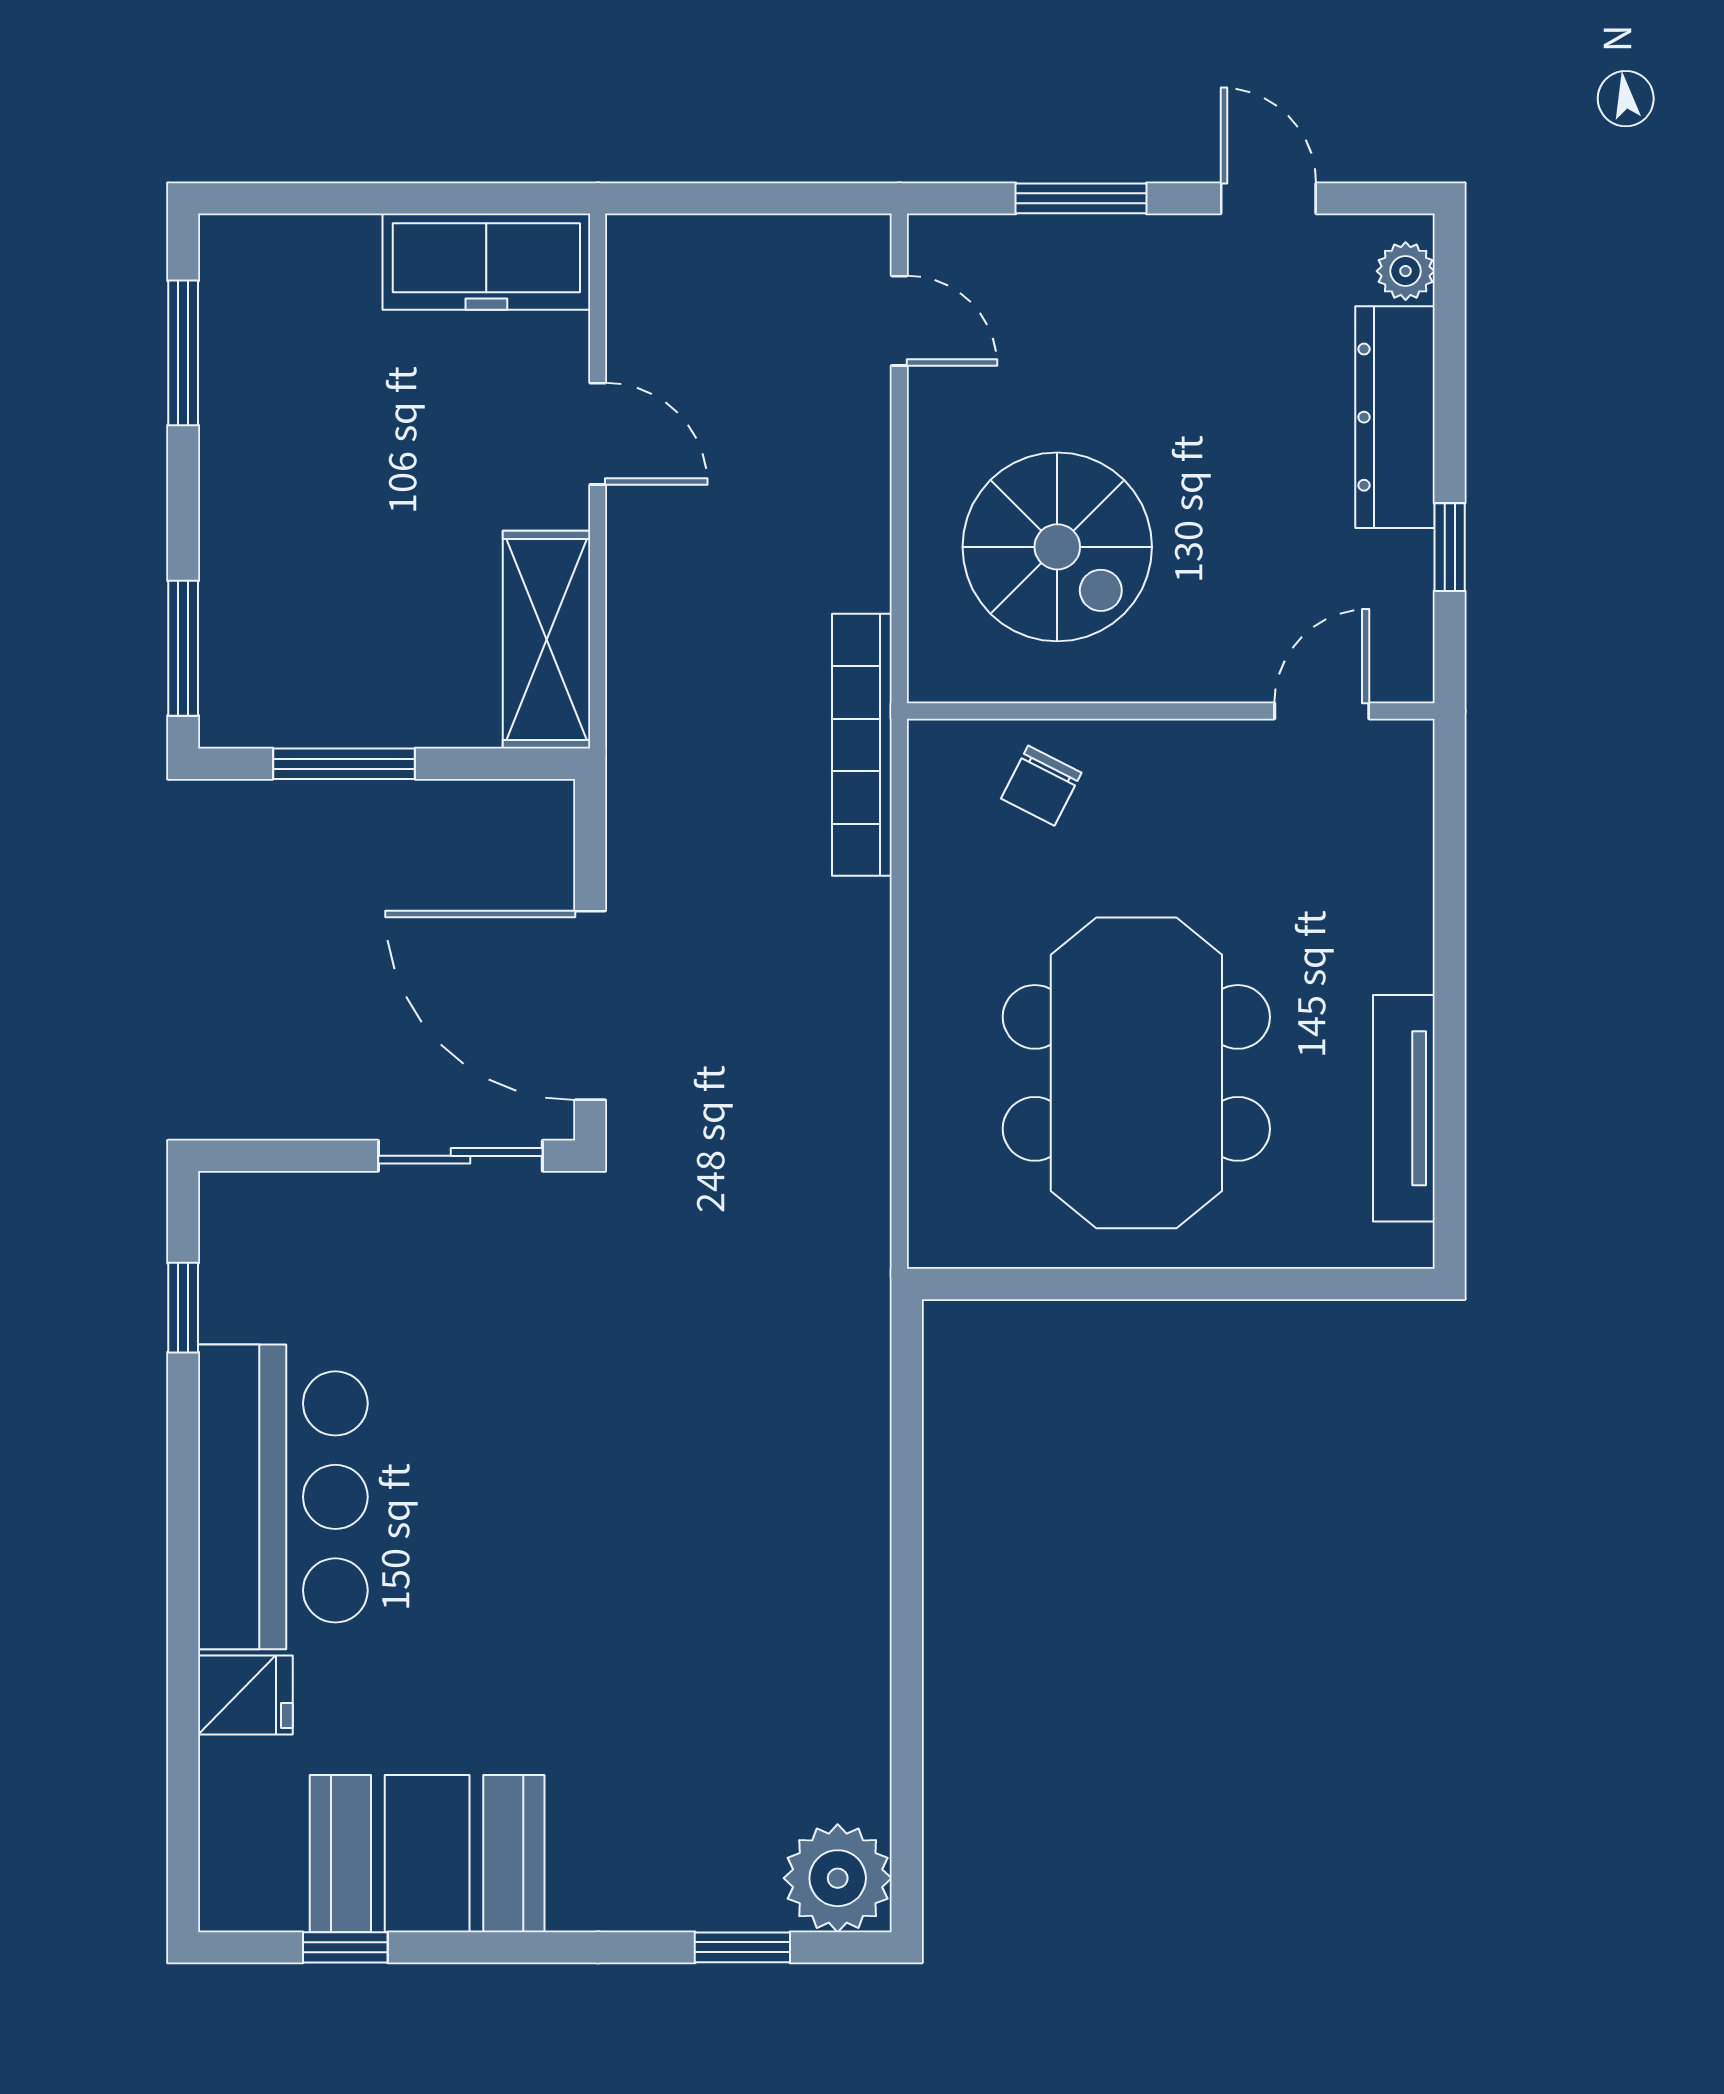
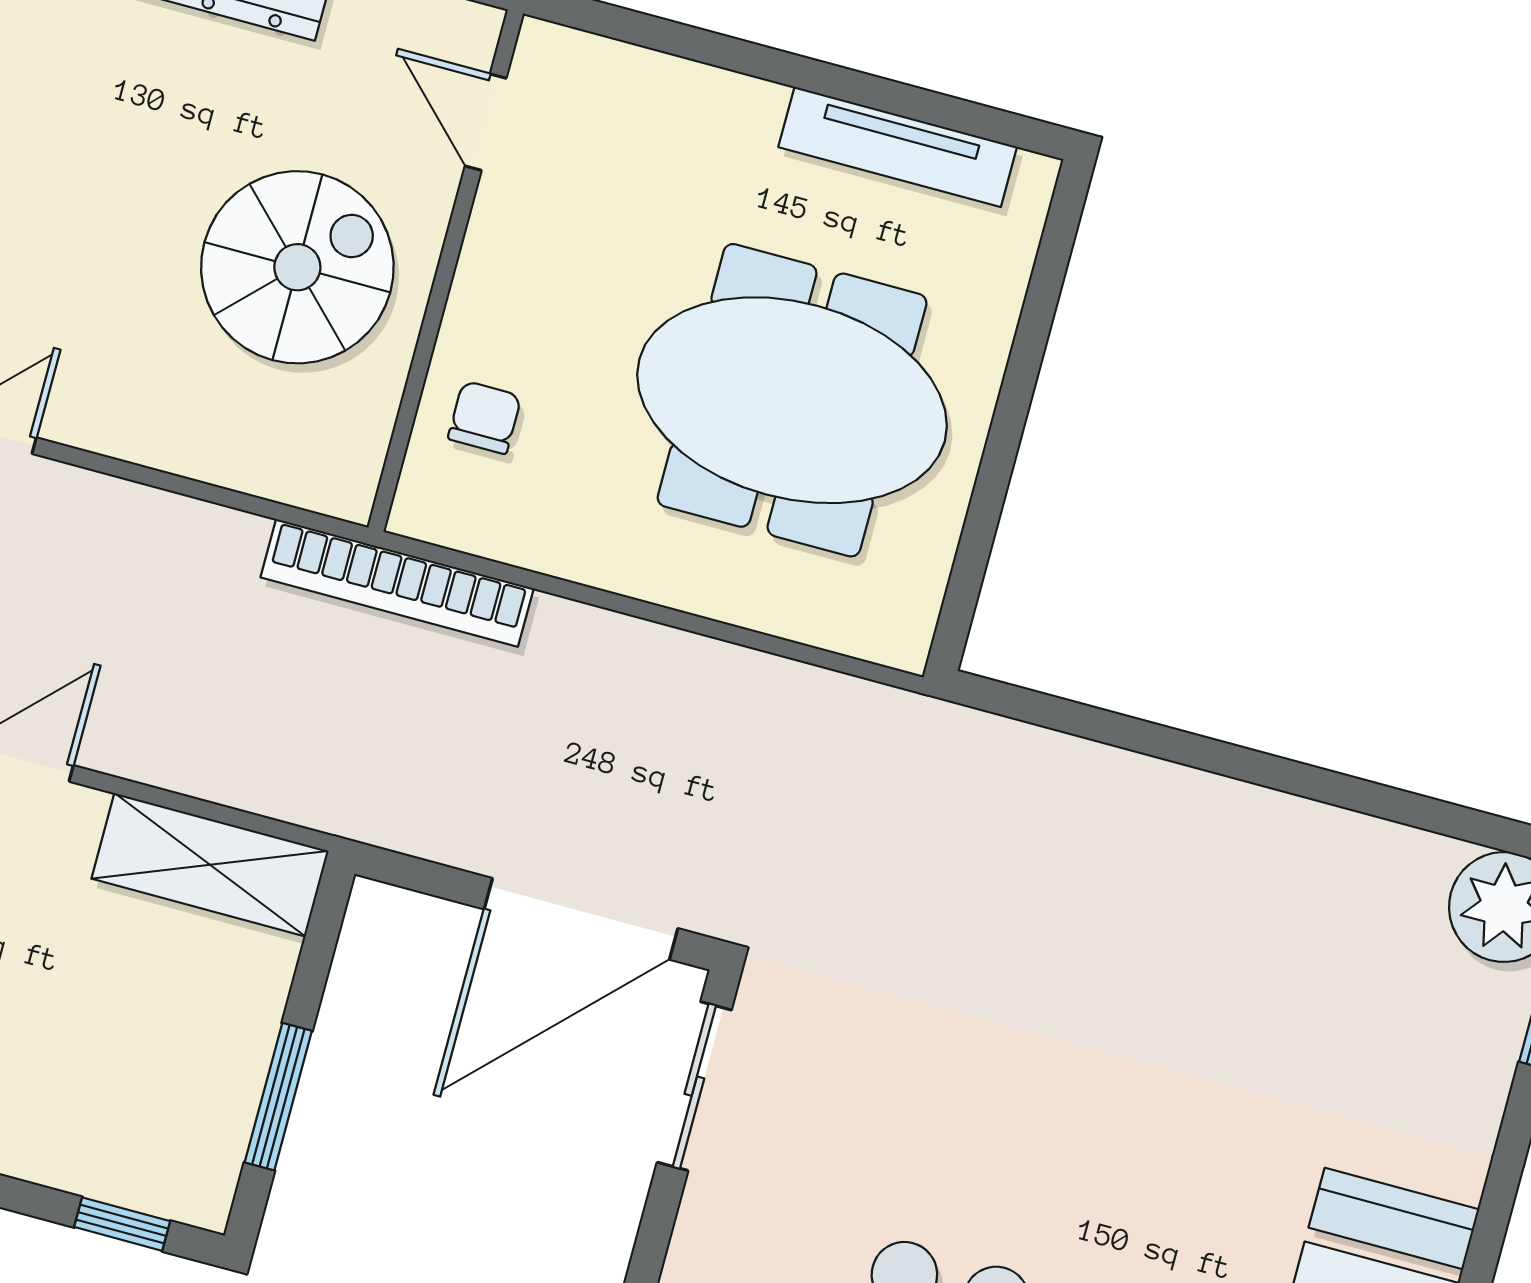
spiral stairs: (1057, 547) -> (297, 267), moved
window: (183, 648) -> (122, 1224), width x0.67
chair: (1041, 786) -> (485, 417), turned -117

